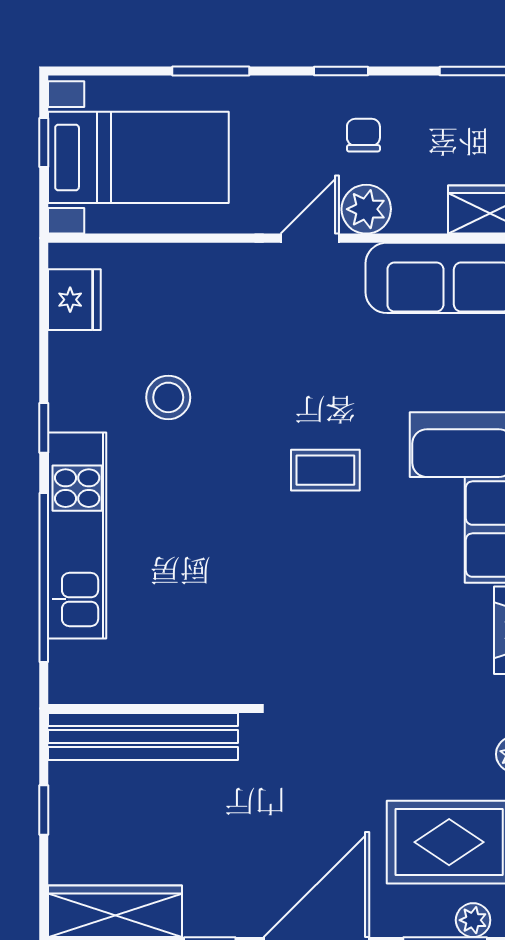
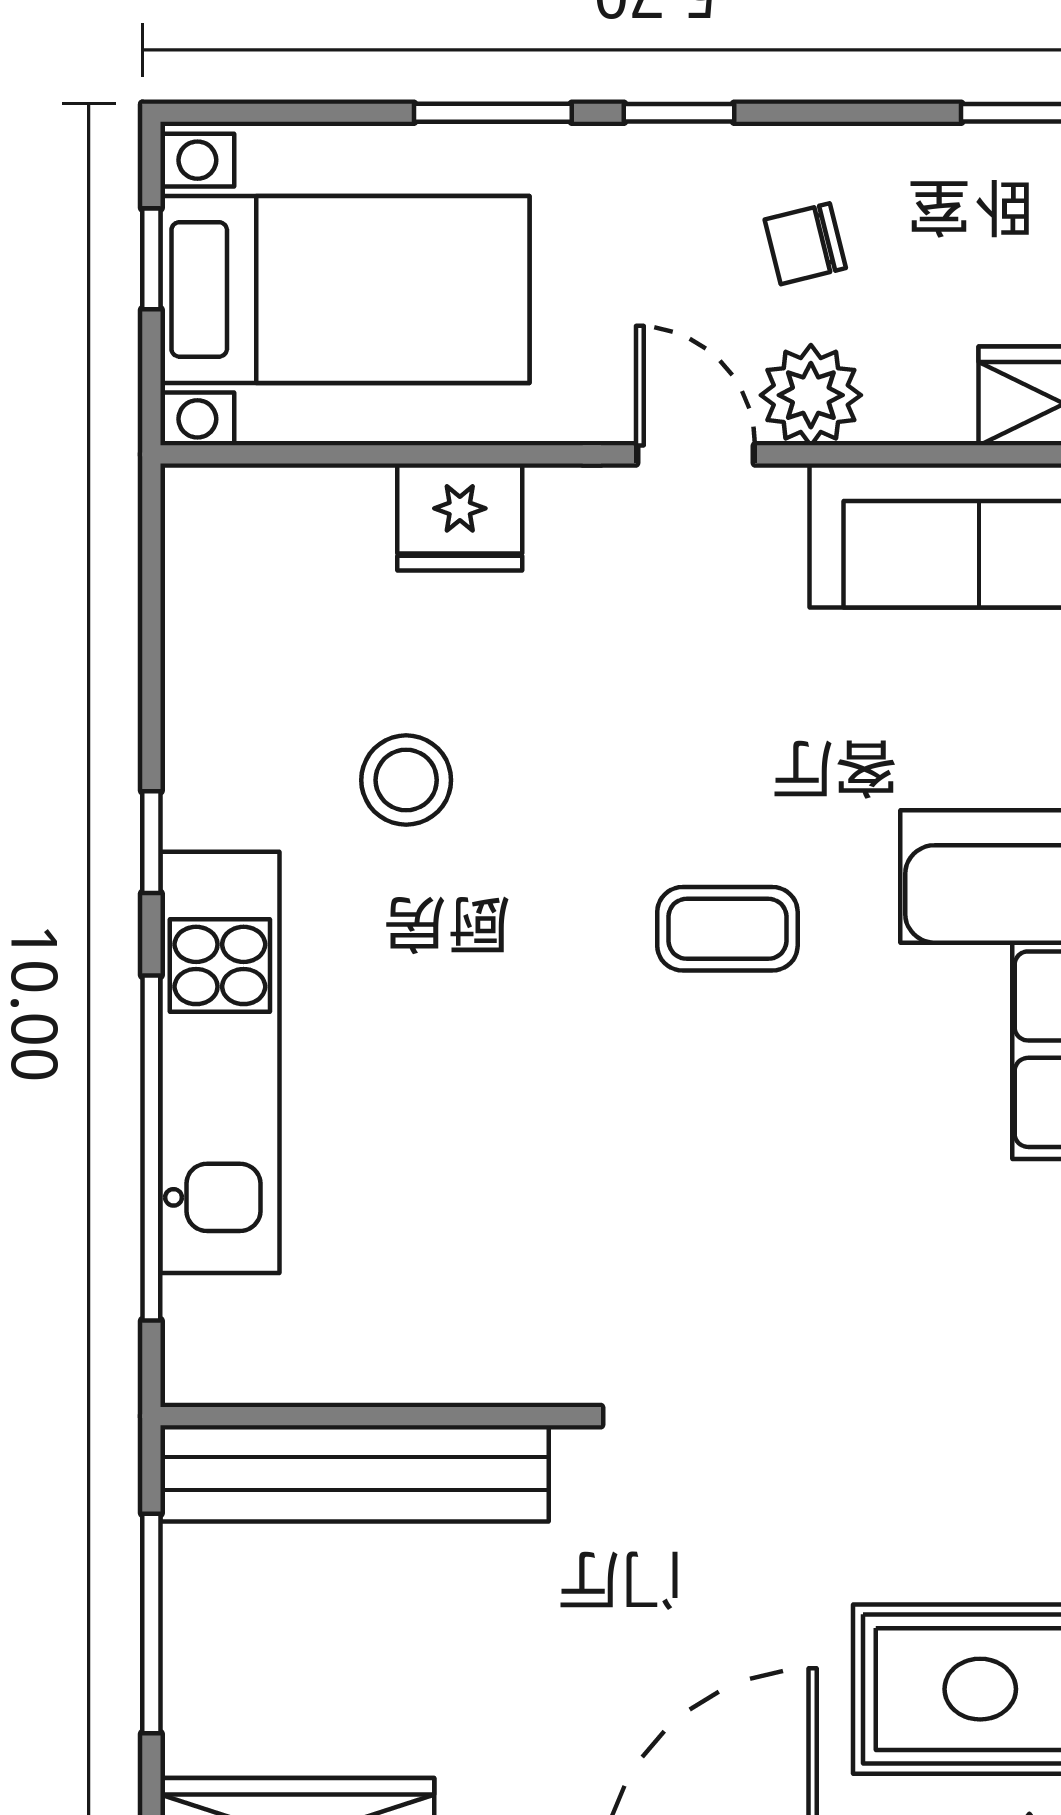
window: (341, 71) -> (679, 113), moved
chair: (363, 135) -> (805, 244), turned -104
door: (310, 238) -> (695, 454), hinge flipped
fridge: (74, 300) -> (460, 517), moved, turned 90
window: (44, 810) -> (151, 1624), width x2.17

